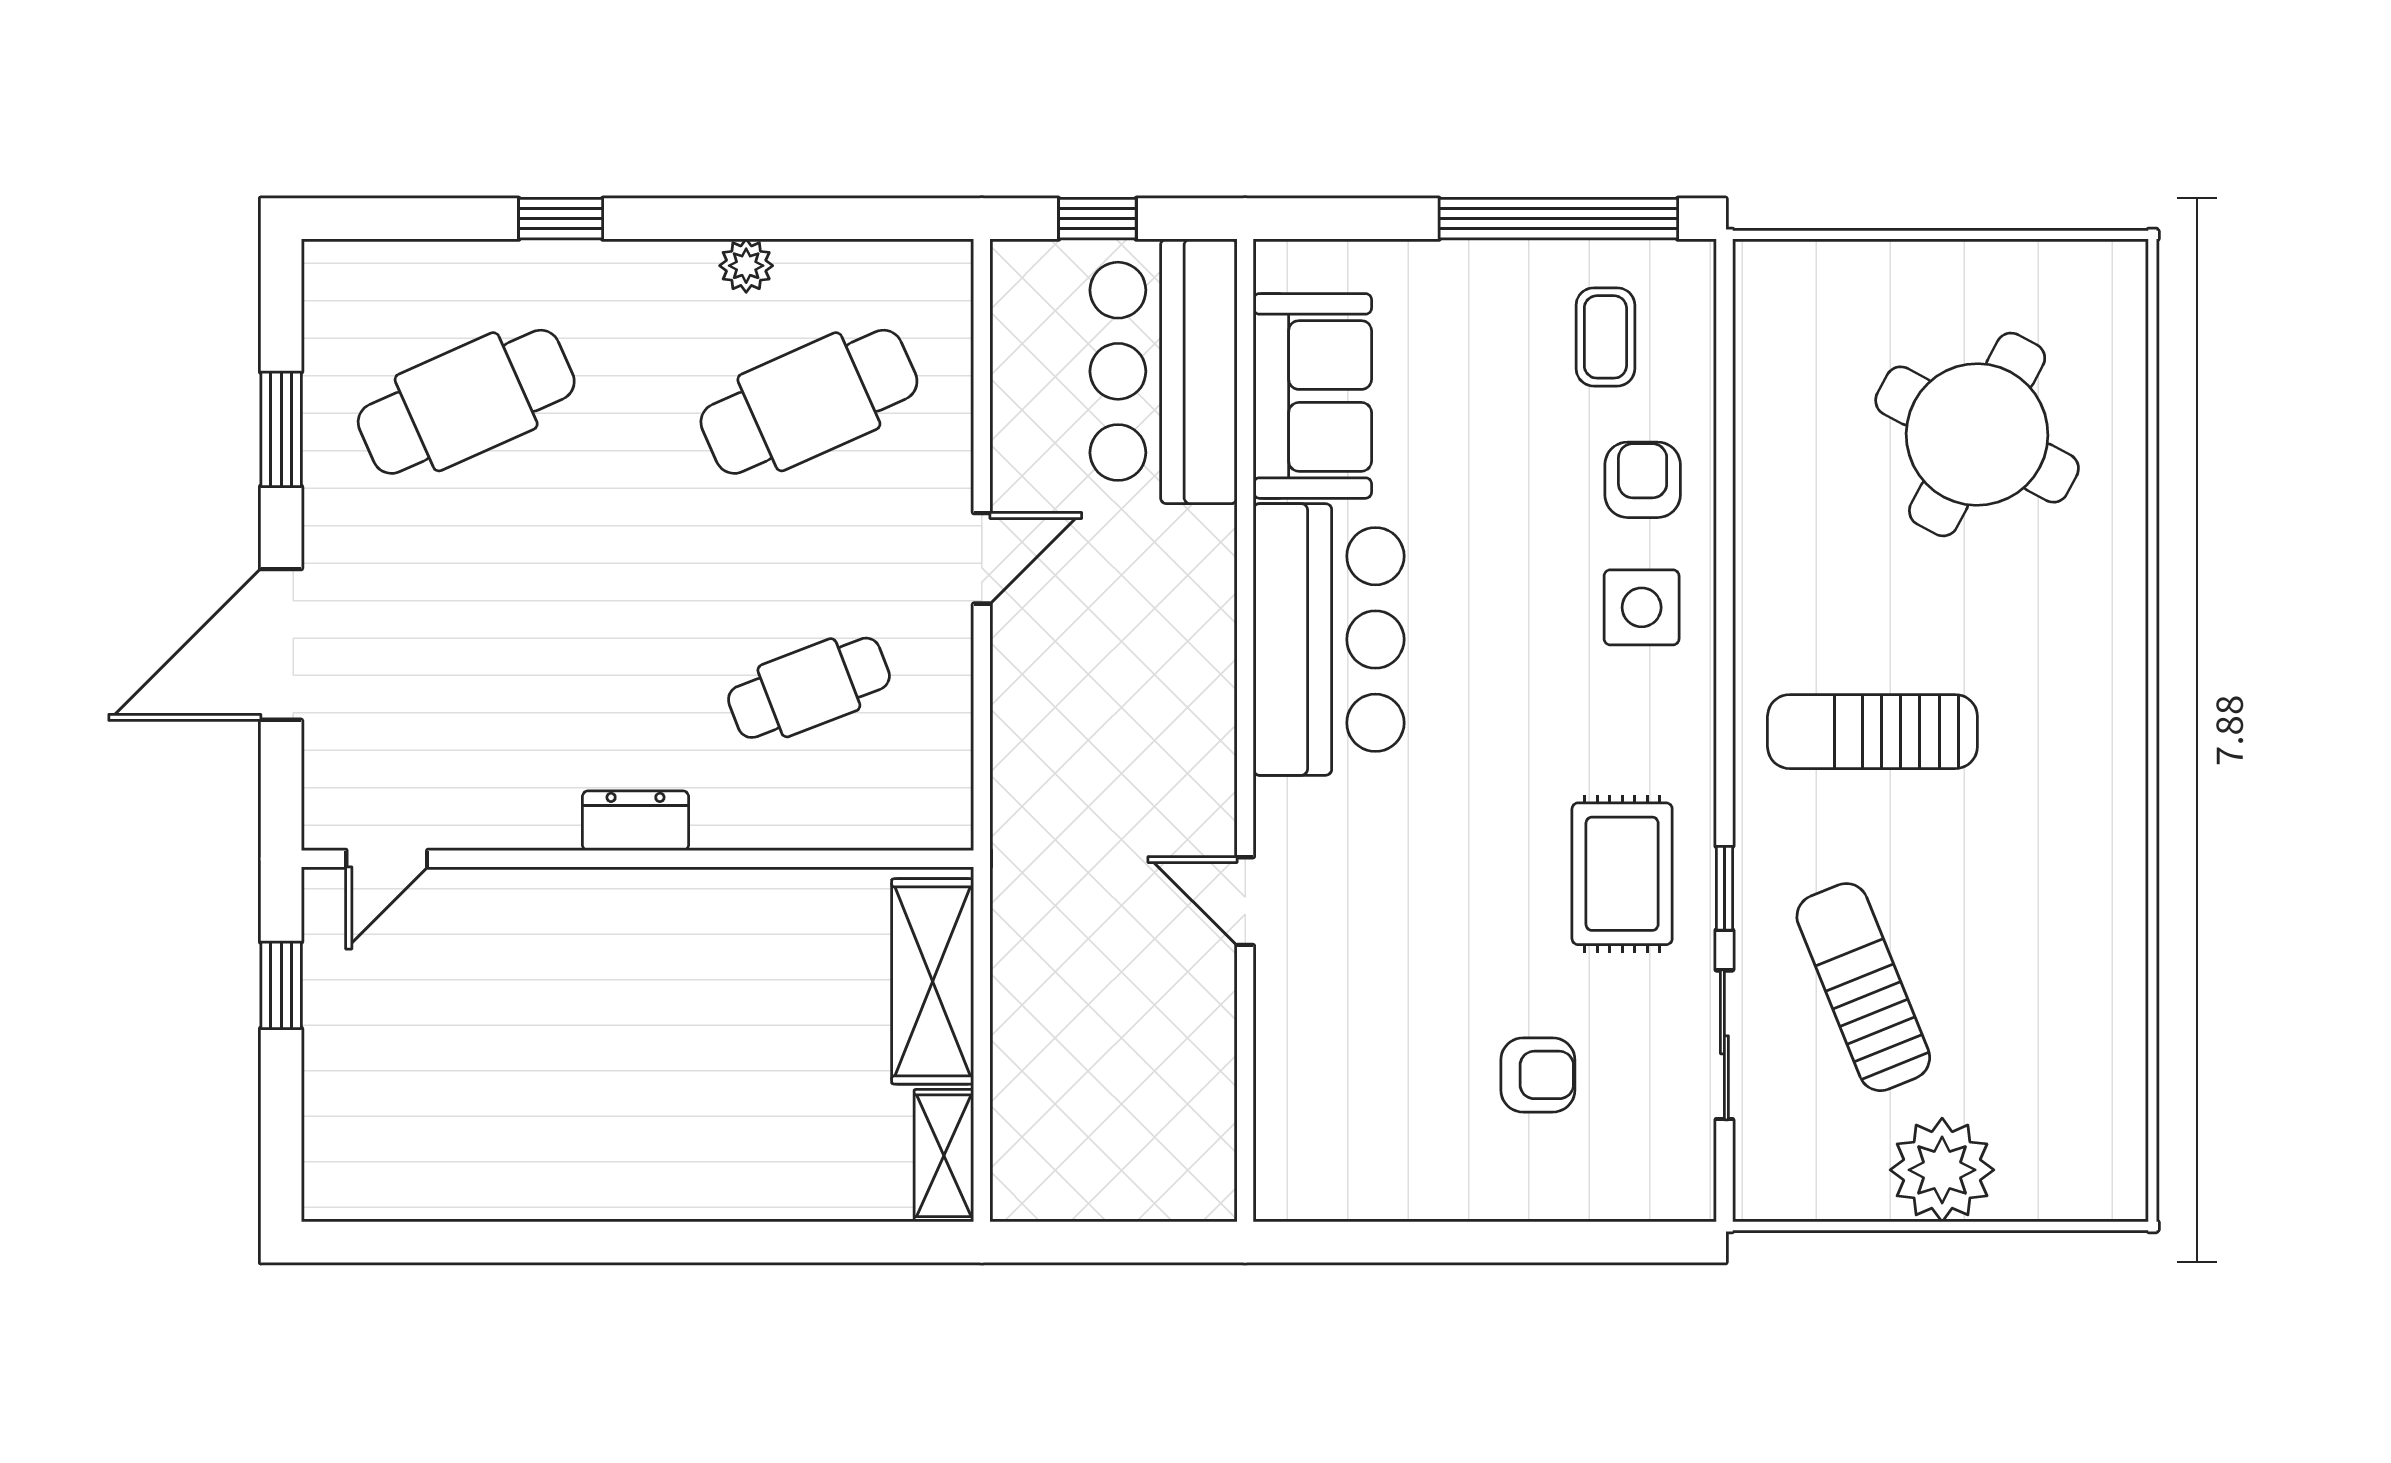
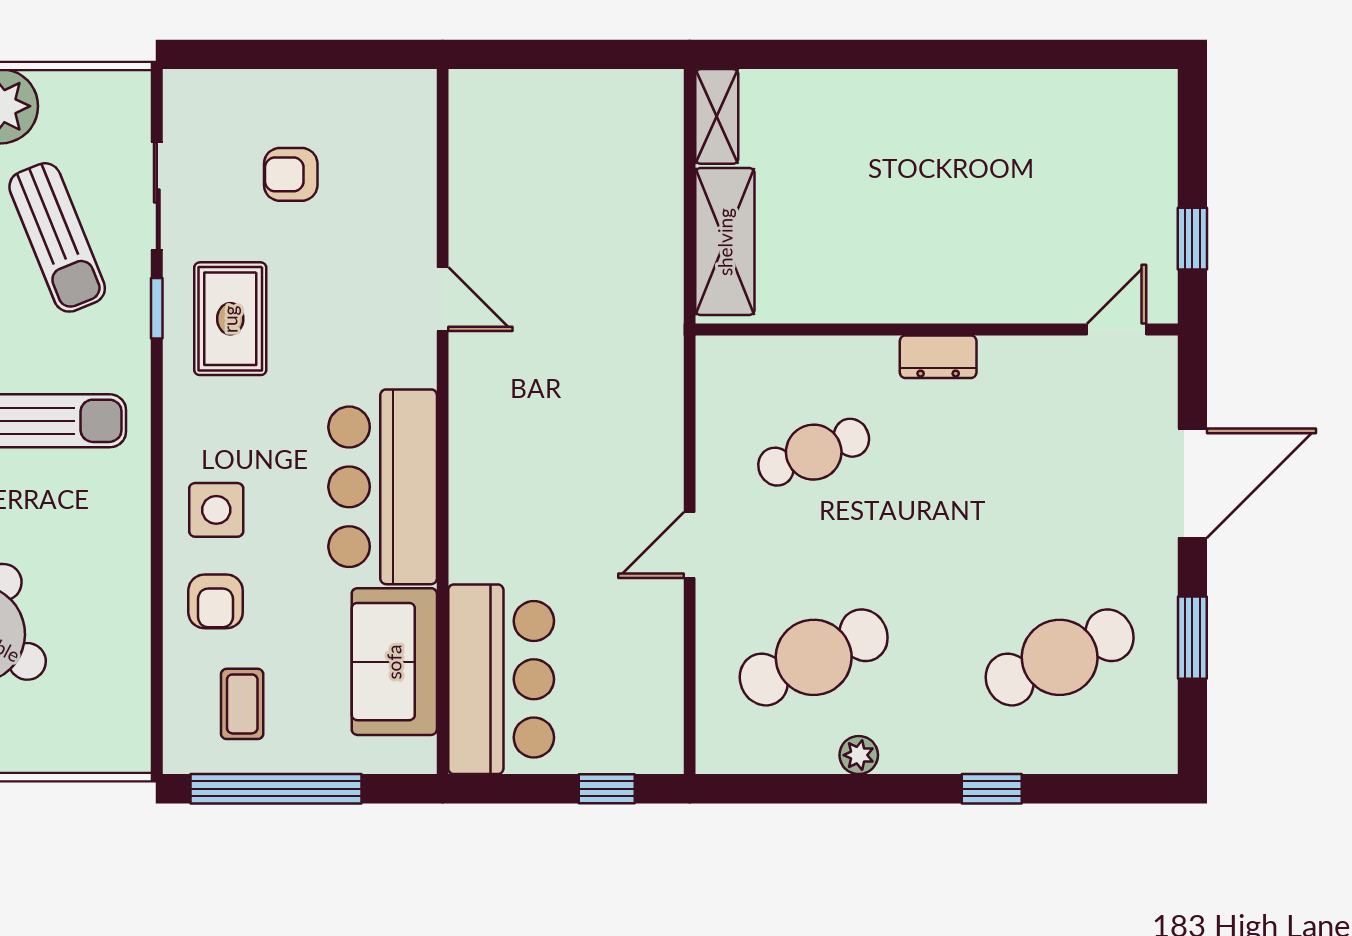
bar counter: (1163, 371) -> (501, 679), moved
sofa: (1312, 396) -> (394, 662), moved
bar counter: (1329, 639) -> (383, 487), moved
wall: (1245, 730) -> (443, 422), moved
door: (1245, 901) -> (443, 299), moved

